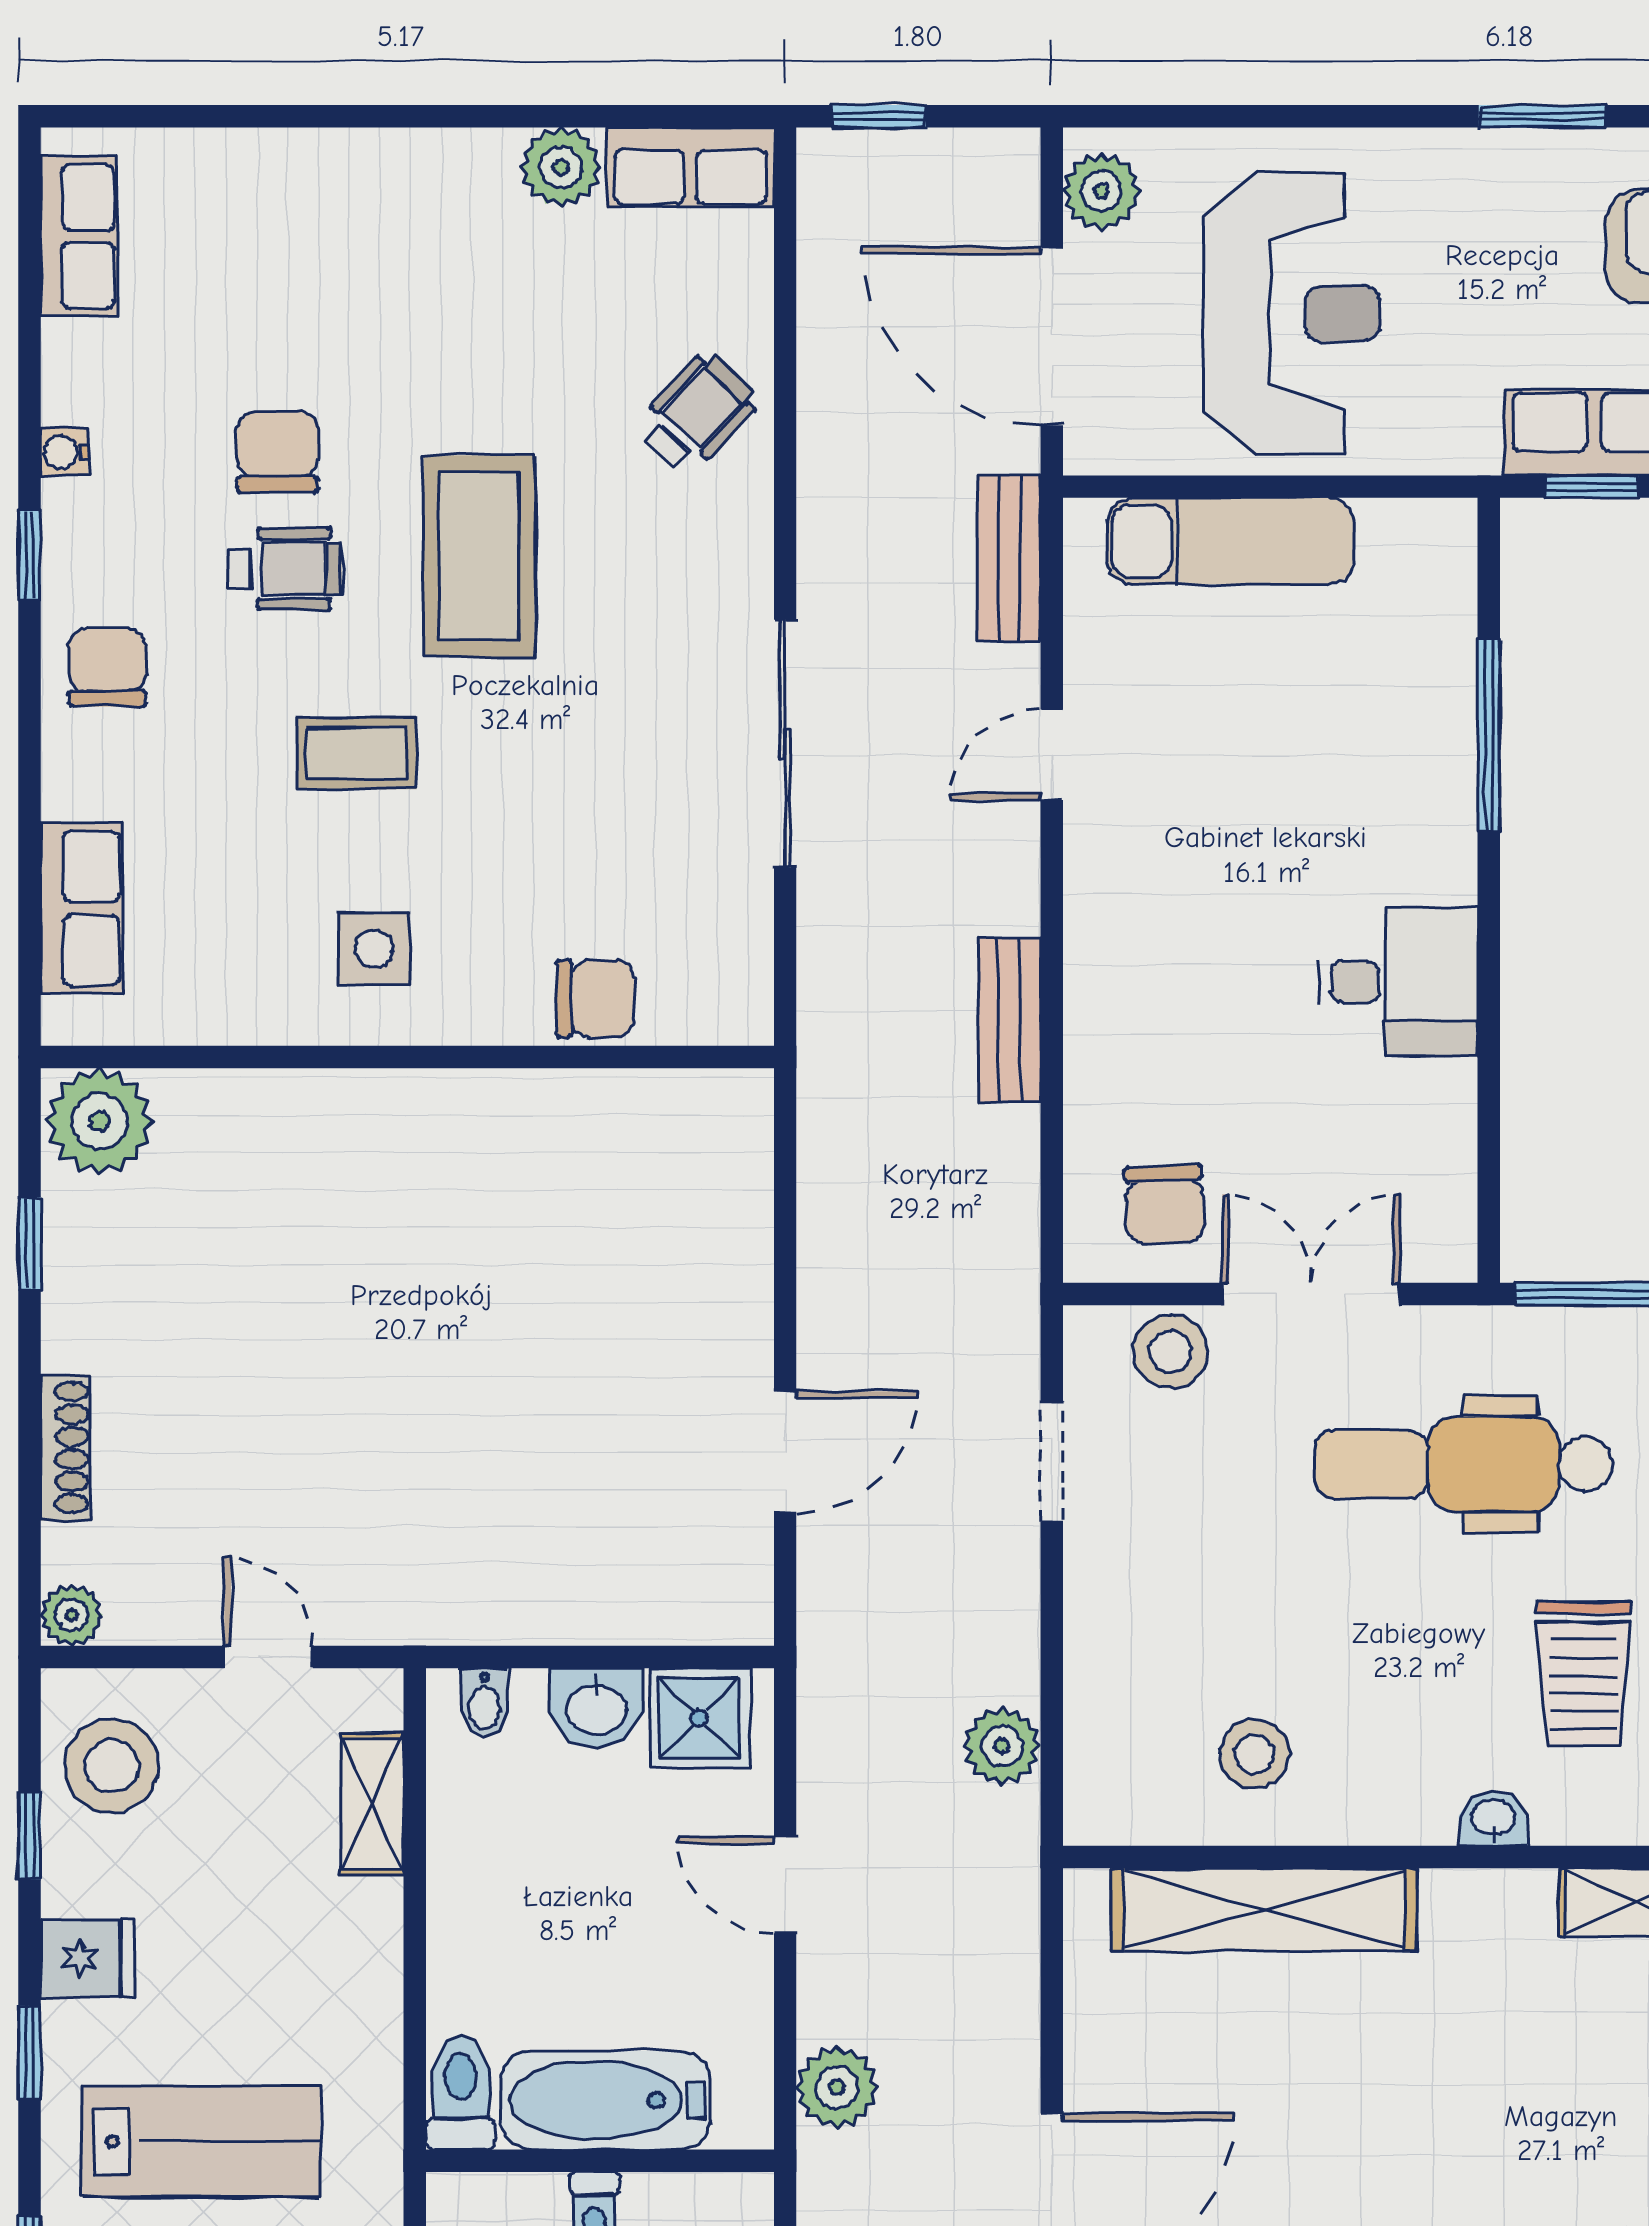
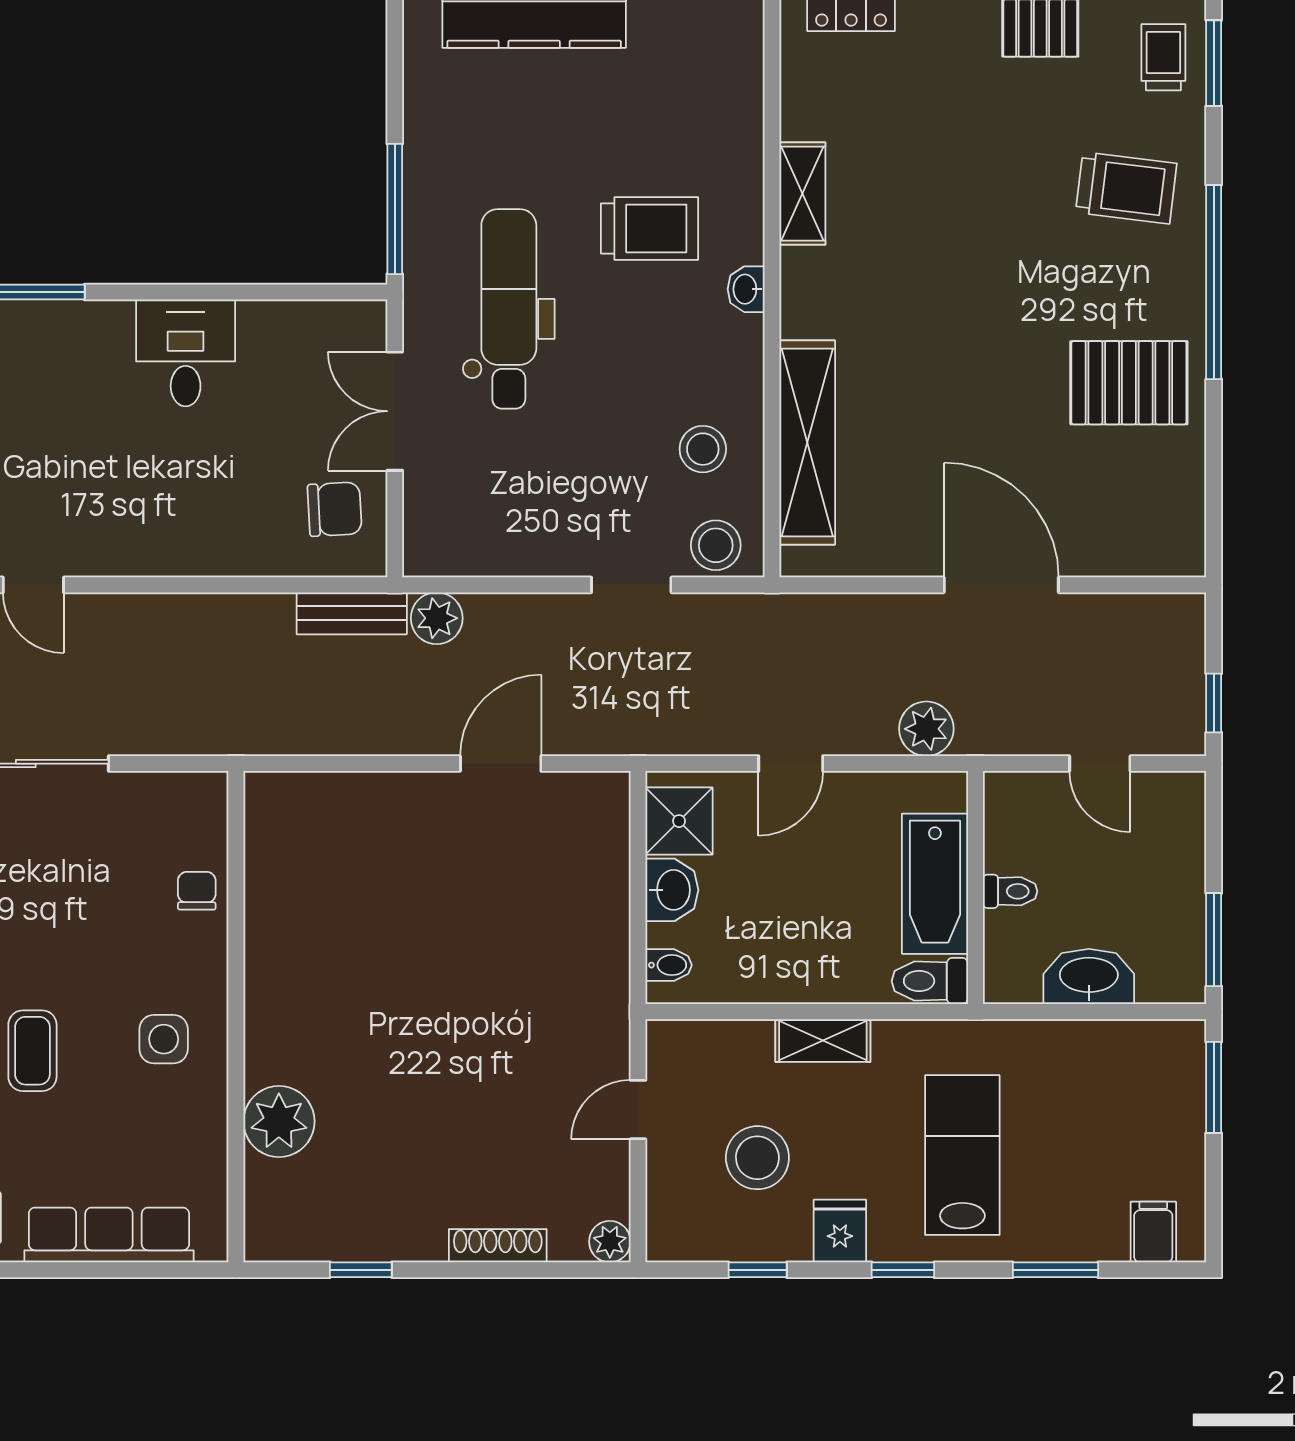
row of seats: (82, 908) -> (109, 1235), width x1.48
chair: (595, 999) -> (197, 891), width x0.73, depth x0.73
bench: (1009, 1020) -> (352, 613), moved
plant: (99, 1121) -> (279, 1121), moved
stool: (1170, 1351) -> (716, 545), moved
door: (785, 1452) -> (501, 764), hinge flipped
doorway: (1052, 1462) -> (631, 585), moved
dental chair: (1464, 1464) -> (509, 309), turned 180
plant: (1002, 1746) -> (437, 618), moved
stool: (112, 1766) -> (757, 1158), moved
shelving: (372, 1804) -> (823, 1041), moved

